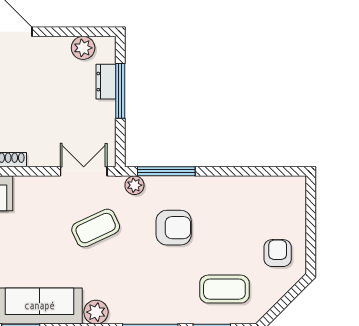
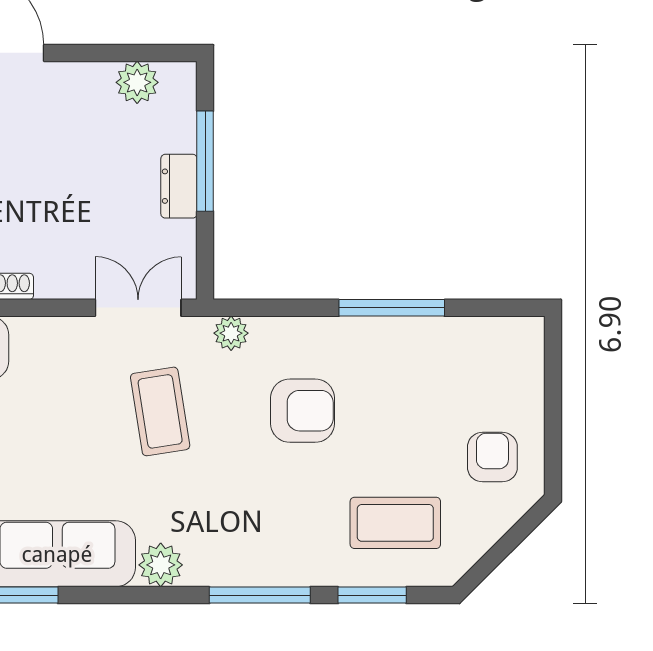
dresser: (106, 82) -> (179, 186), moved
window: (166, 171) -> (392, 308), moved
coffee table: (96, 228) -> (160, 411), turned -74

